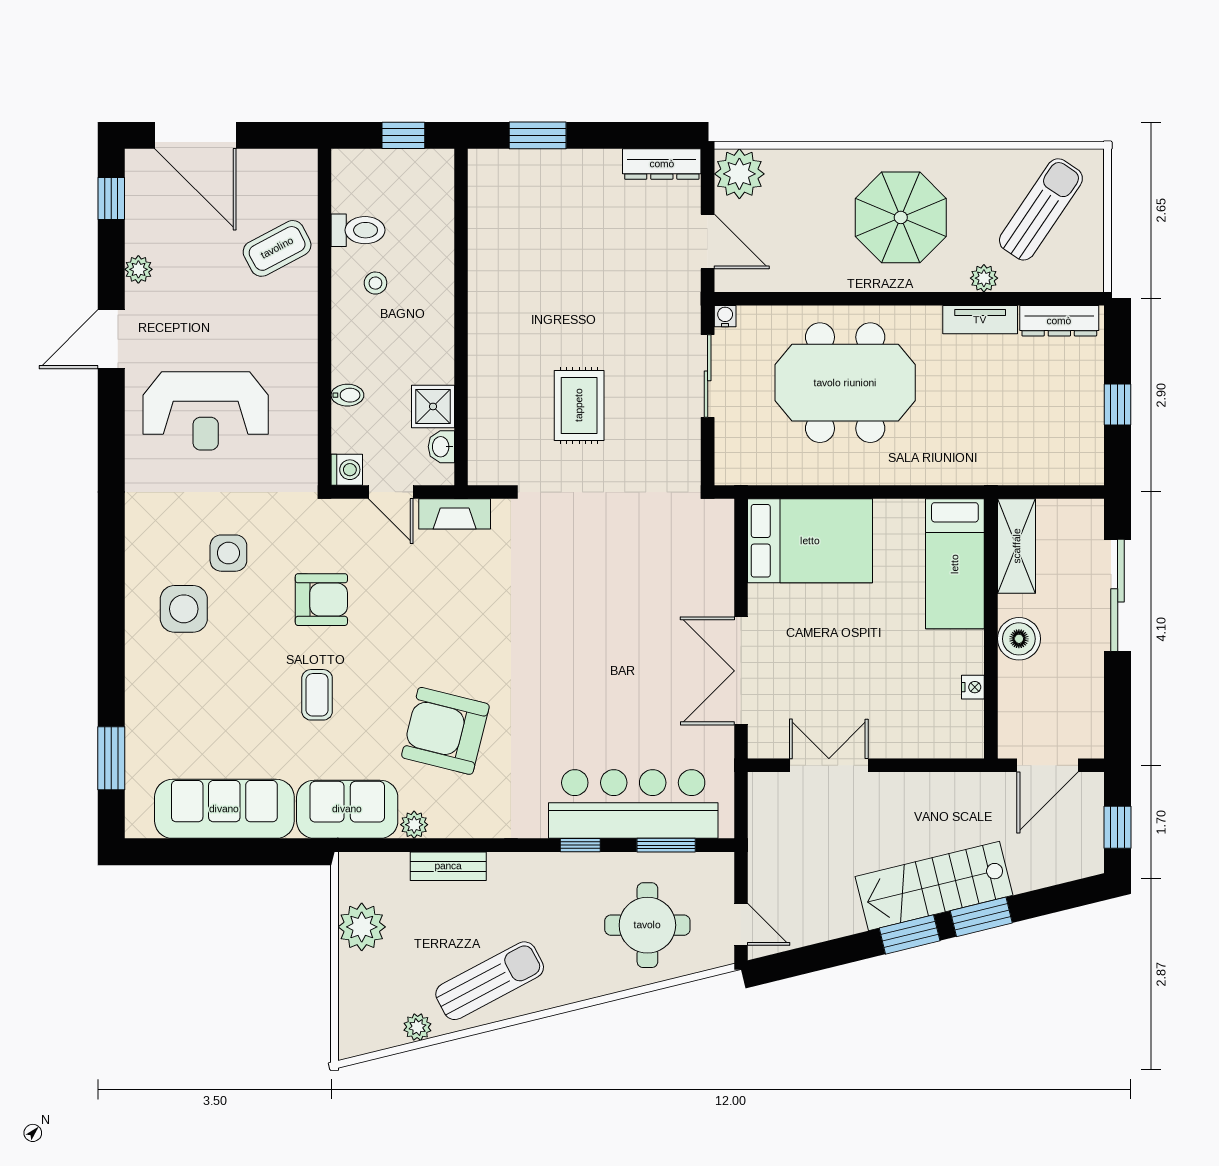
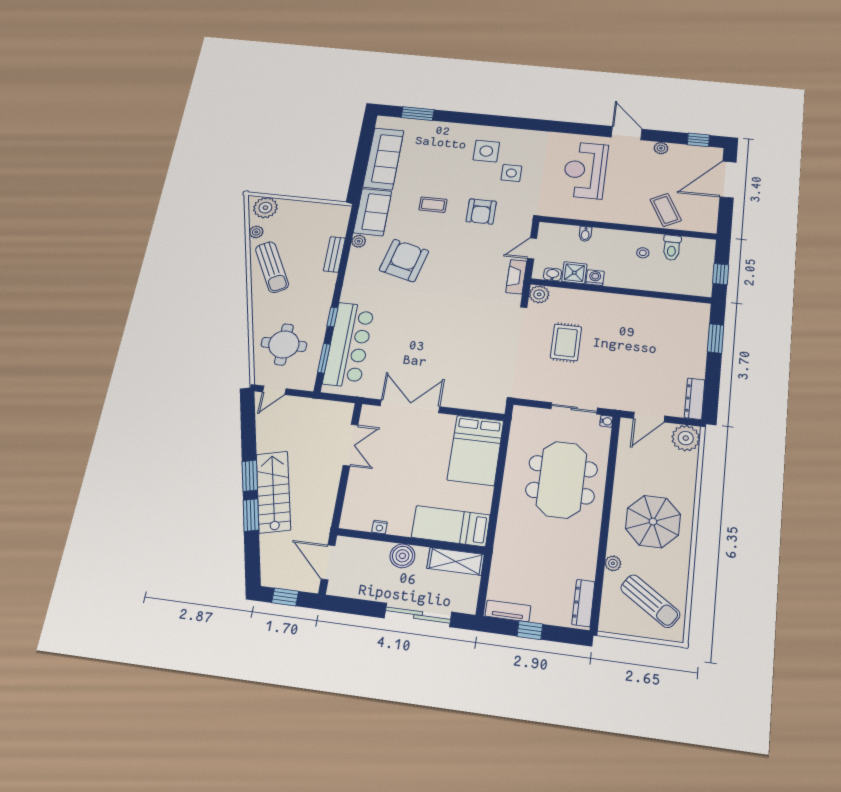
tv unit: (980, 320) -> (508, 611), moved, turned 90
rug: (579, 405) -> (566, 342), turned 90
plant: (486, 467) -> (539, 294), added
washing machine: (347, 470) -> (595, 278), moved, turned 180
plant: (362, 927) -> (265, 208), moved

